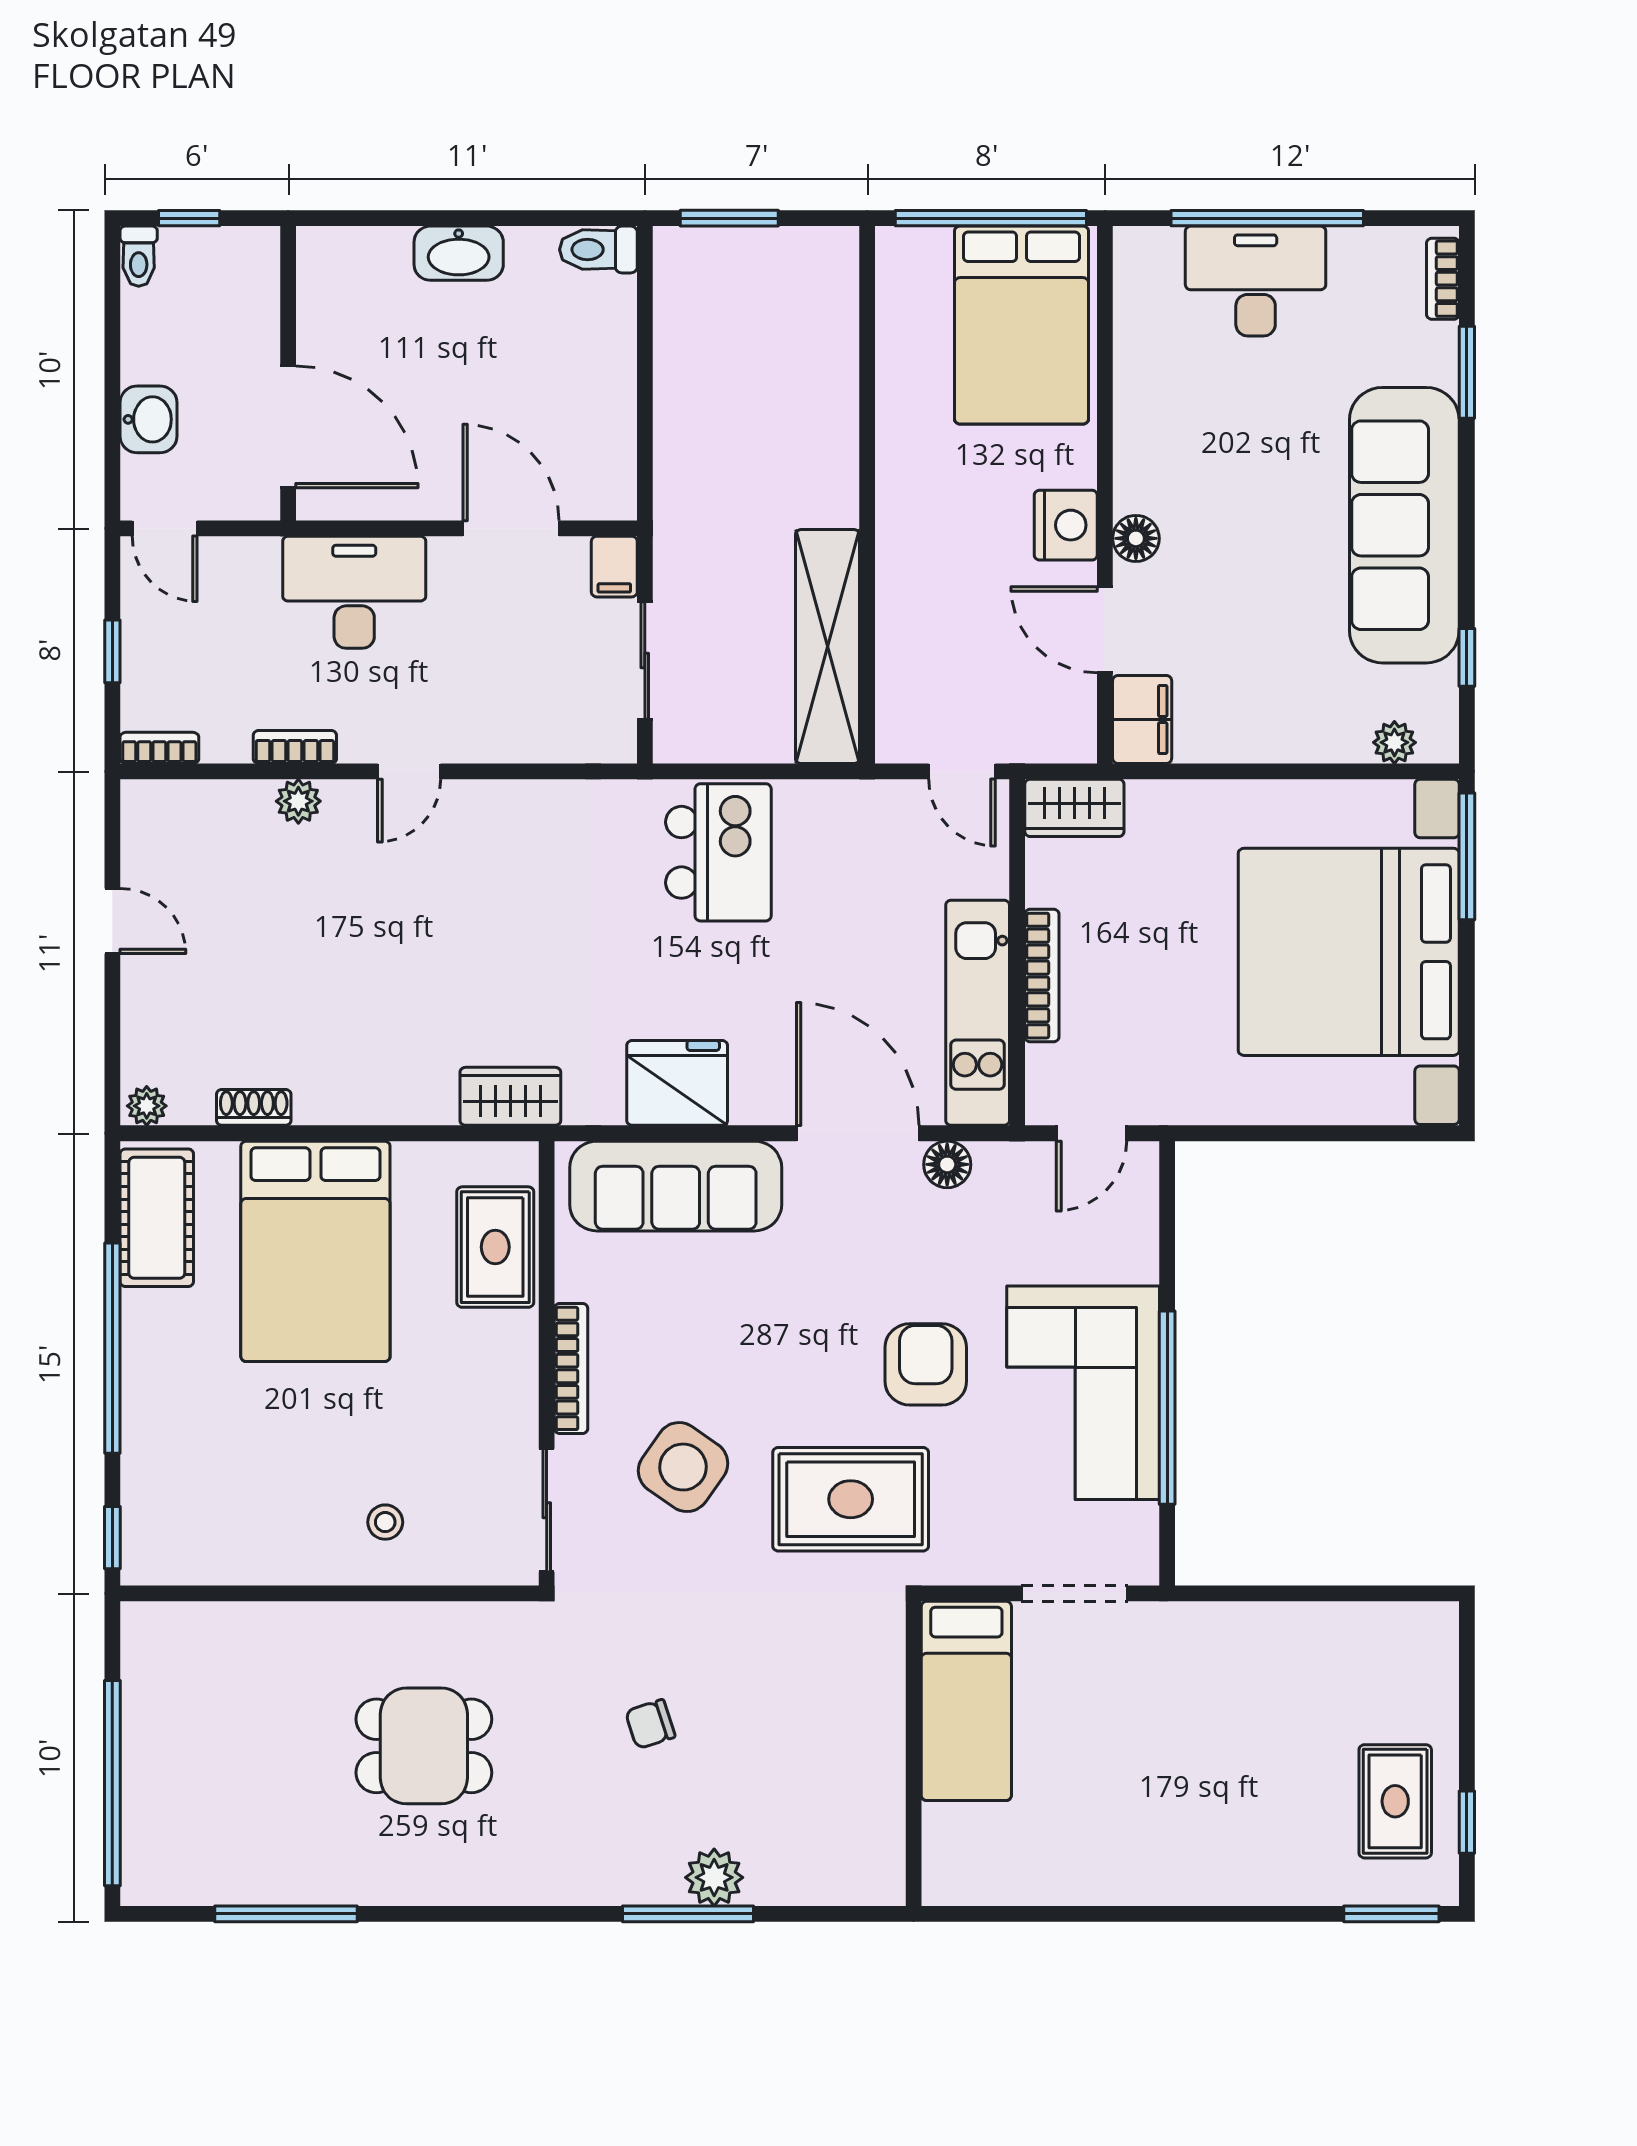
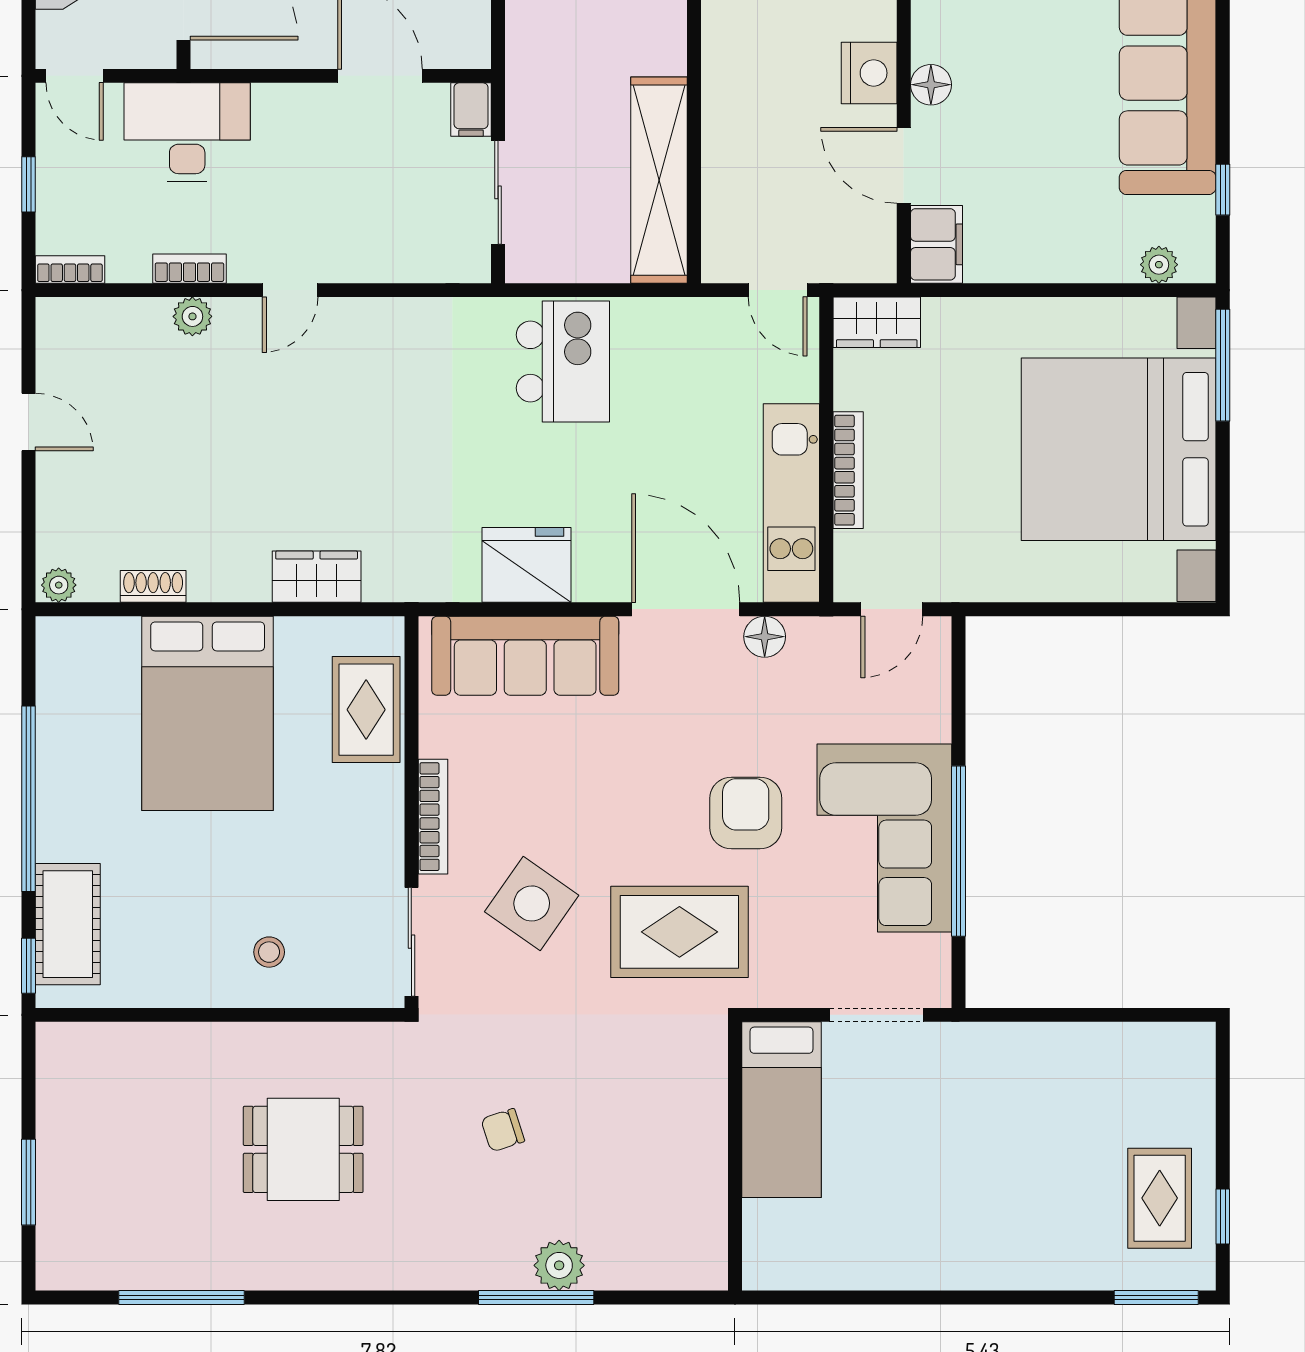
desk: (354, 592) -> (187, 132), moved
wardrobe: (510, 1096) -> (317, 577), moved
cot: (157, 1218) -> (68, 924), moved
window: (112, 1783) -> (29, 1182), width x0.47

